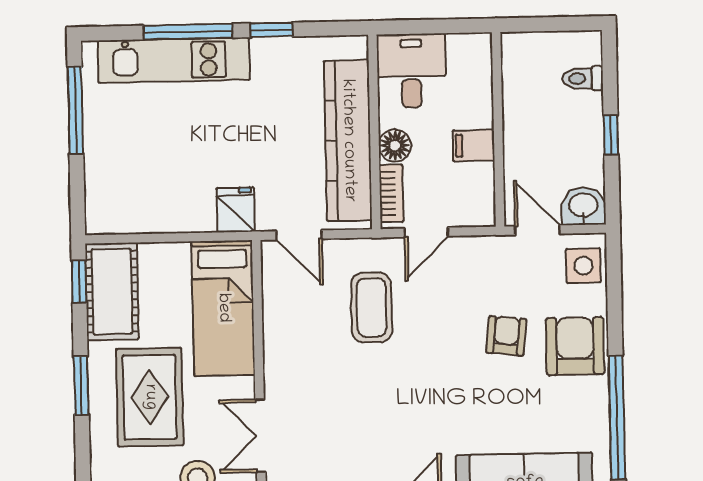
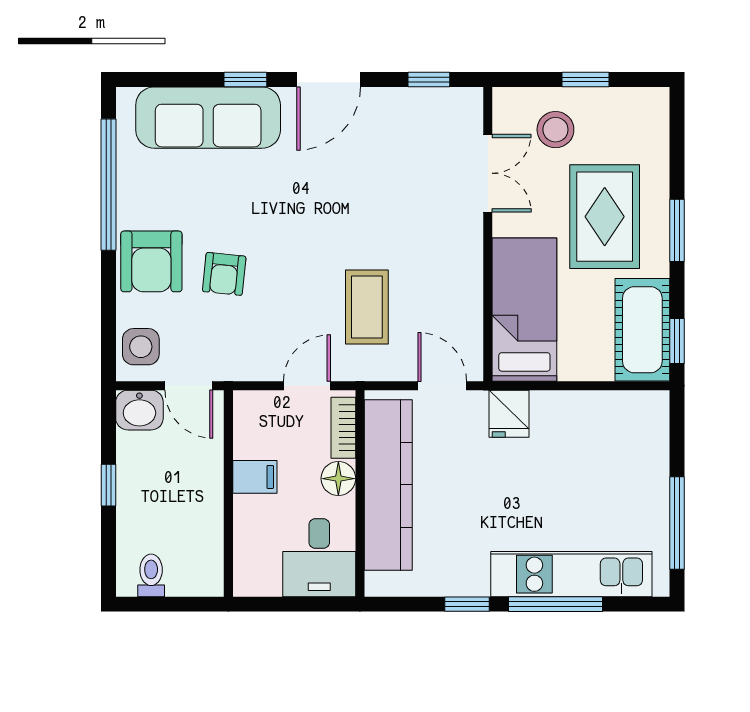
toilet: (583, 78) -> (151, 575), moved, turned -90

